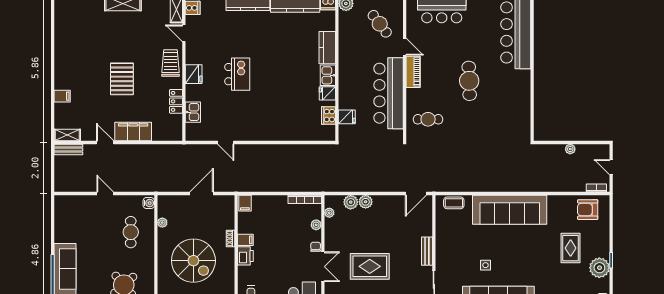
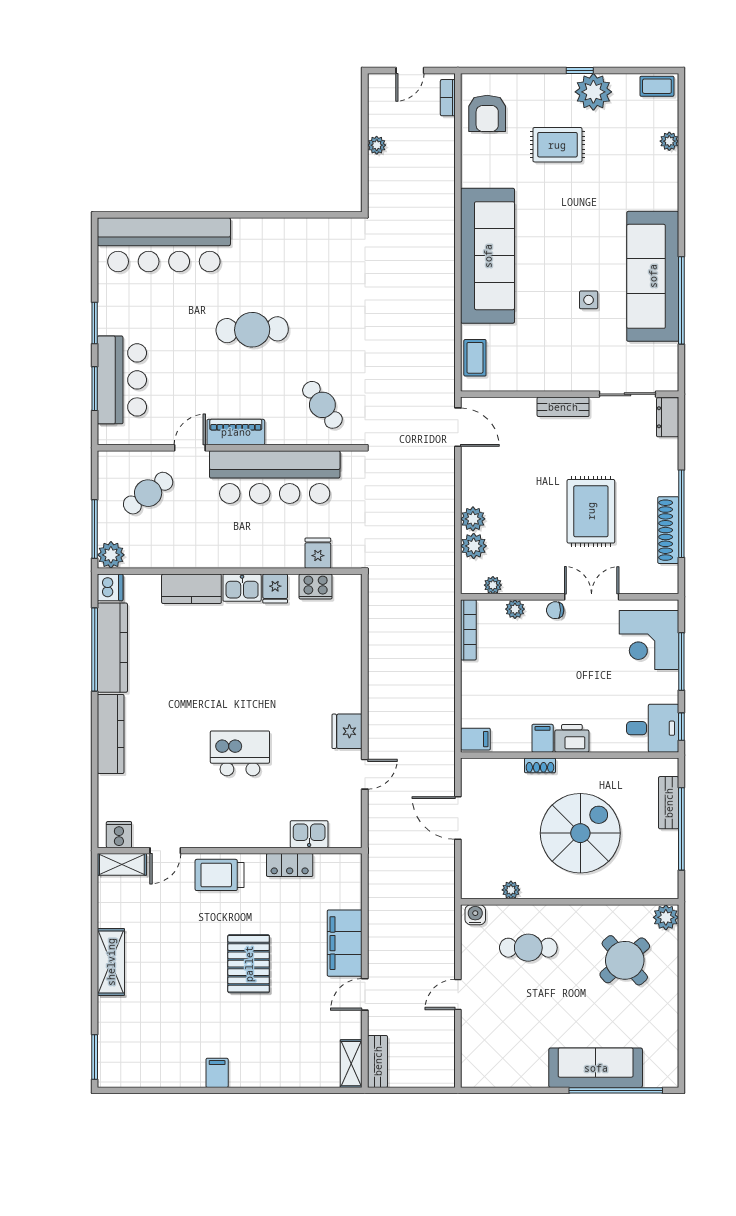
fridge: (194, 74) -> (347, 731), moved, turned -90
pallet: (122, 79) -> (249, 964), turned 90
filing cabinet: (62, 96) -> (217, 1073), moved
cafe table: (428, 119) -> (322, 405), turned -36

